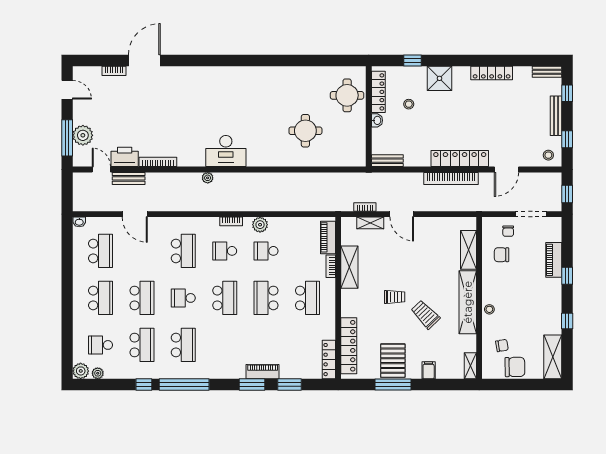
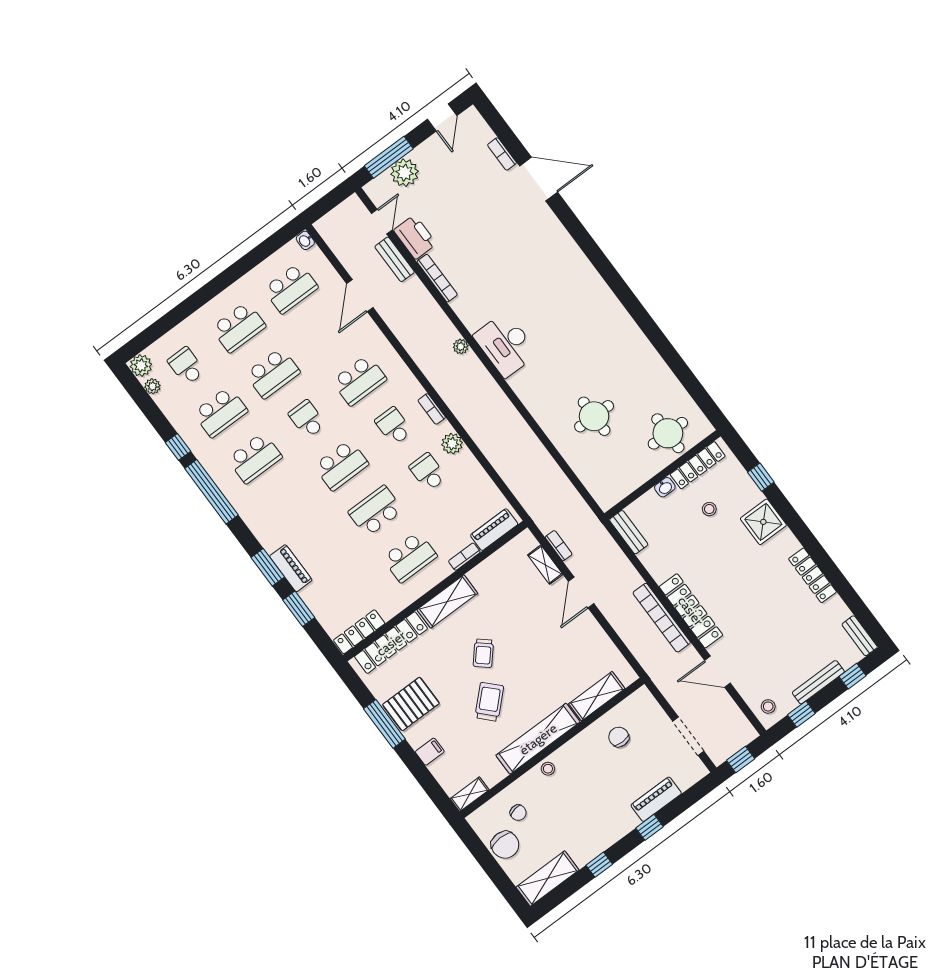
chair: (508, 231) -> (650, 725), removed
shelving: (349, 267) -> (447, 601), moved
trolley: (395, 297) -> (483, 653), turned 41

